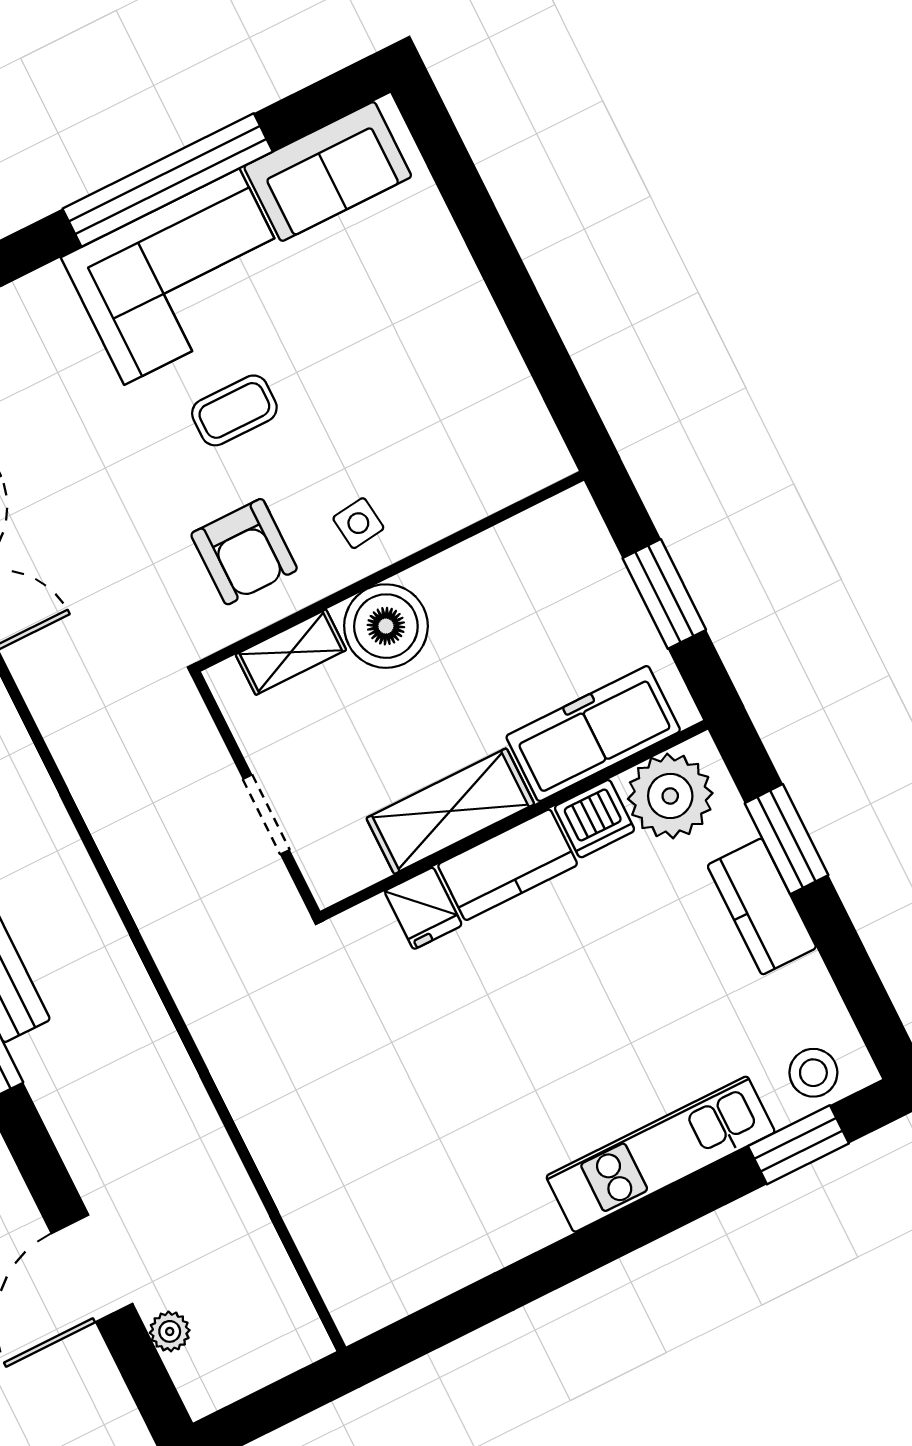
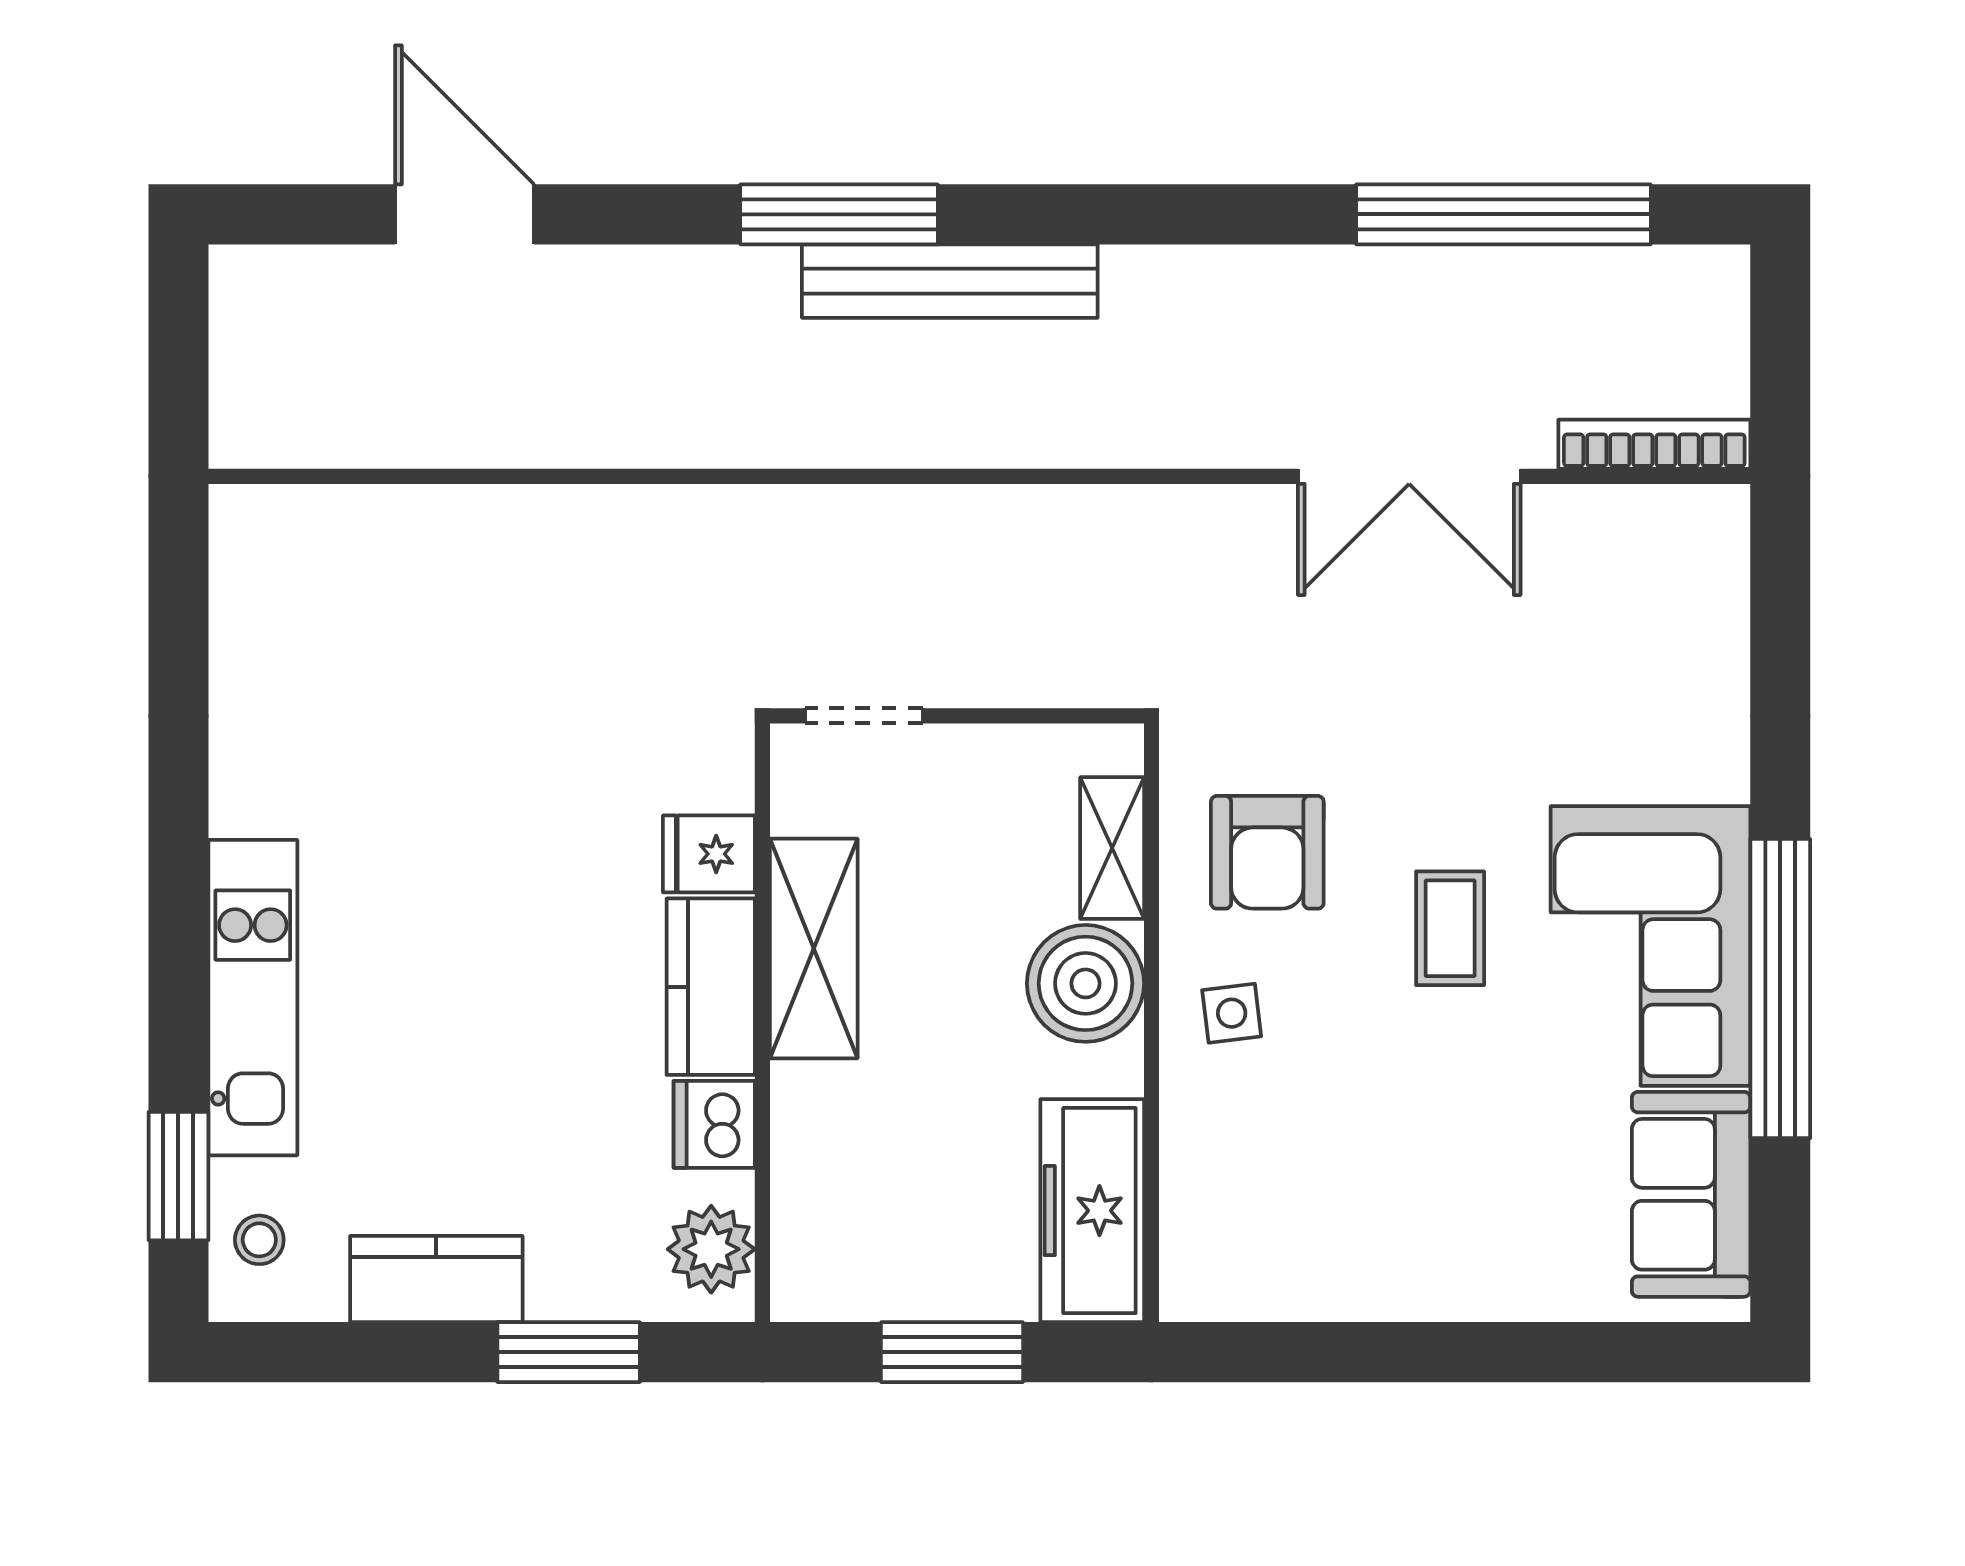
armchair: (244, 552) -> (1267, 852), turned -90
freezer: (593, 734) -> (1092, 1211), moved, turned 180
plant: (670, 796) -> (711, 1249), width x0.73, depth x0.73
doorway: (266, 815) -> (864, 716), moved
kitchen counter: (762, 906) -> (436, 1279), moved
stool: (813, 1073) -> (259, 1240), width x0.73, depth x0.73
plant: (170, 1331) -> (337, 272), removed

